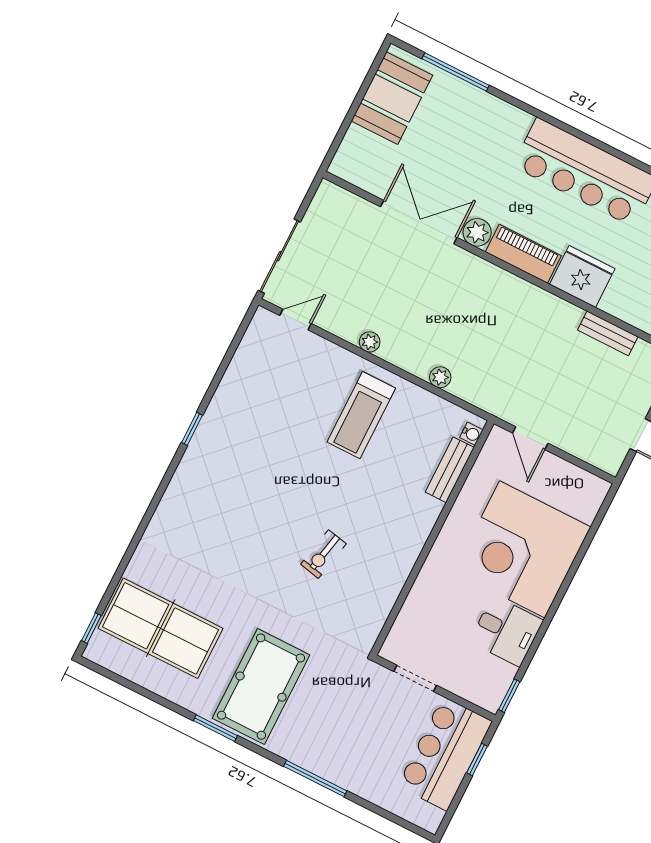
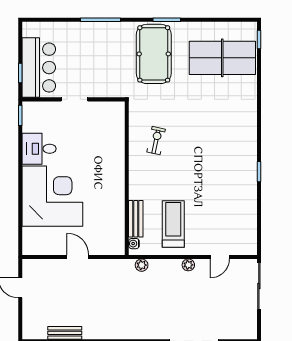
door: (295, 320) -> (220, 257), moved
water cooler: (471, 434) -> (134, 244), moved
bench: (450, 470) -> (136, 219), moved
wall: (432, 538) -> (127, 178), moved

